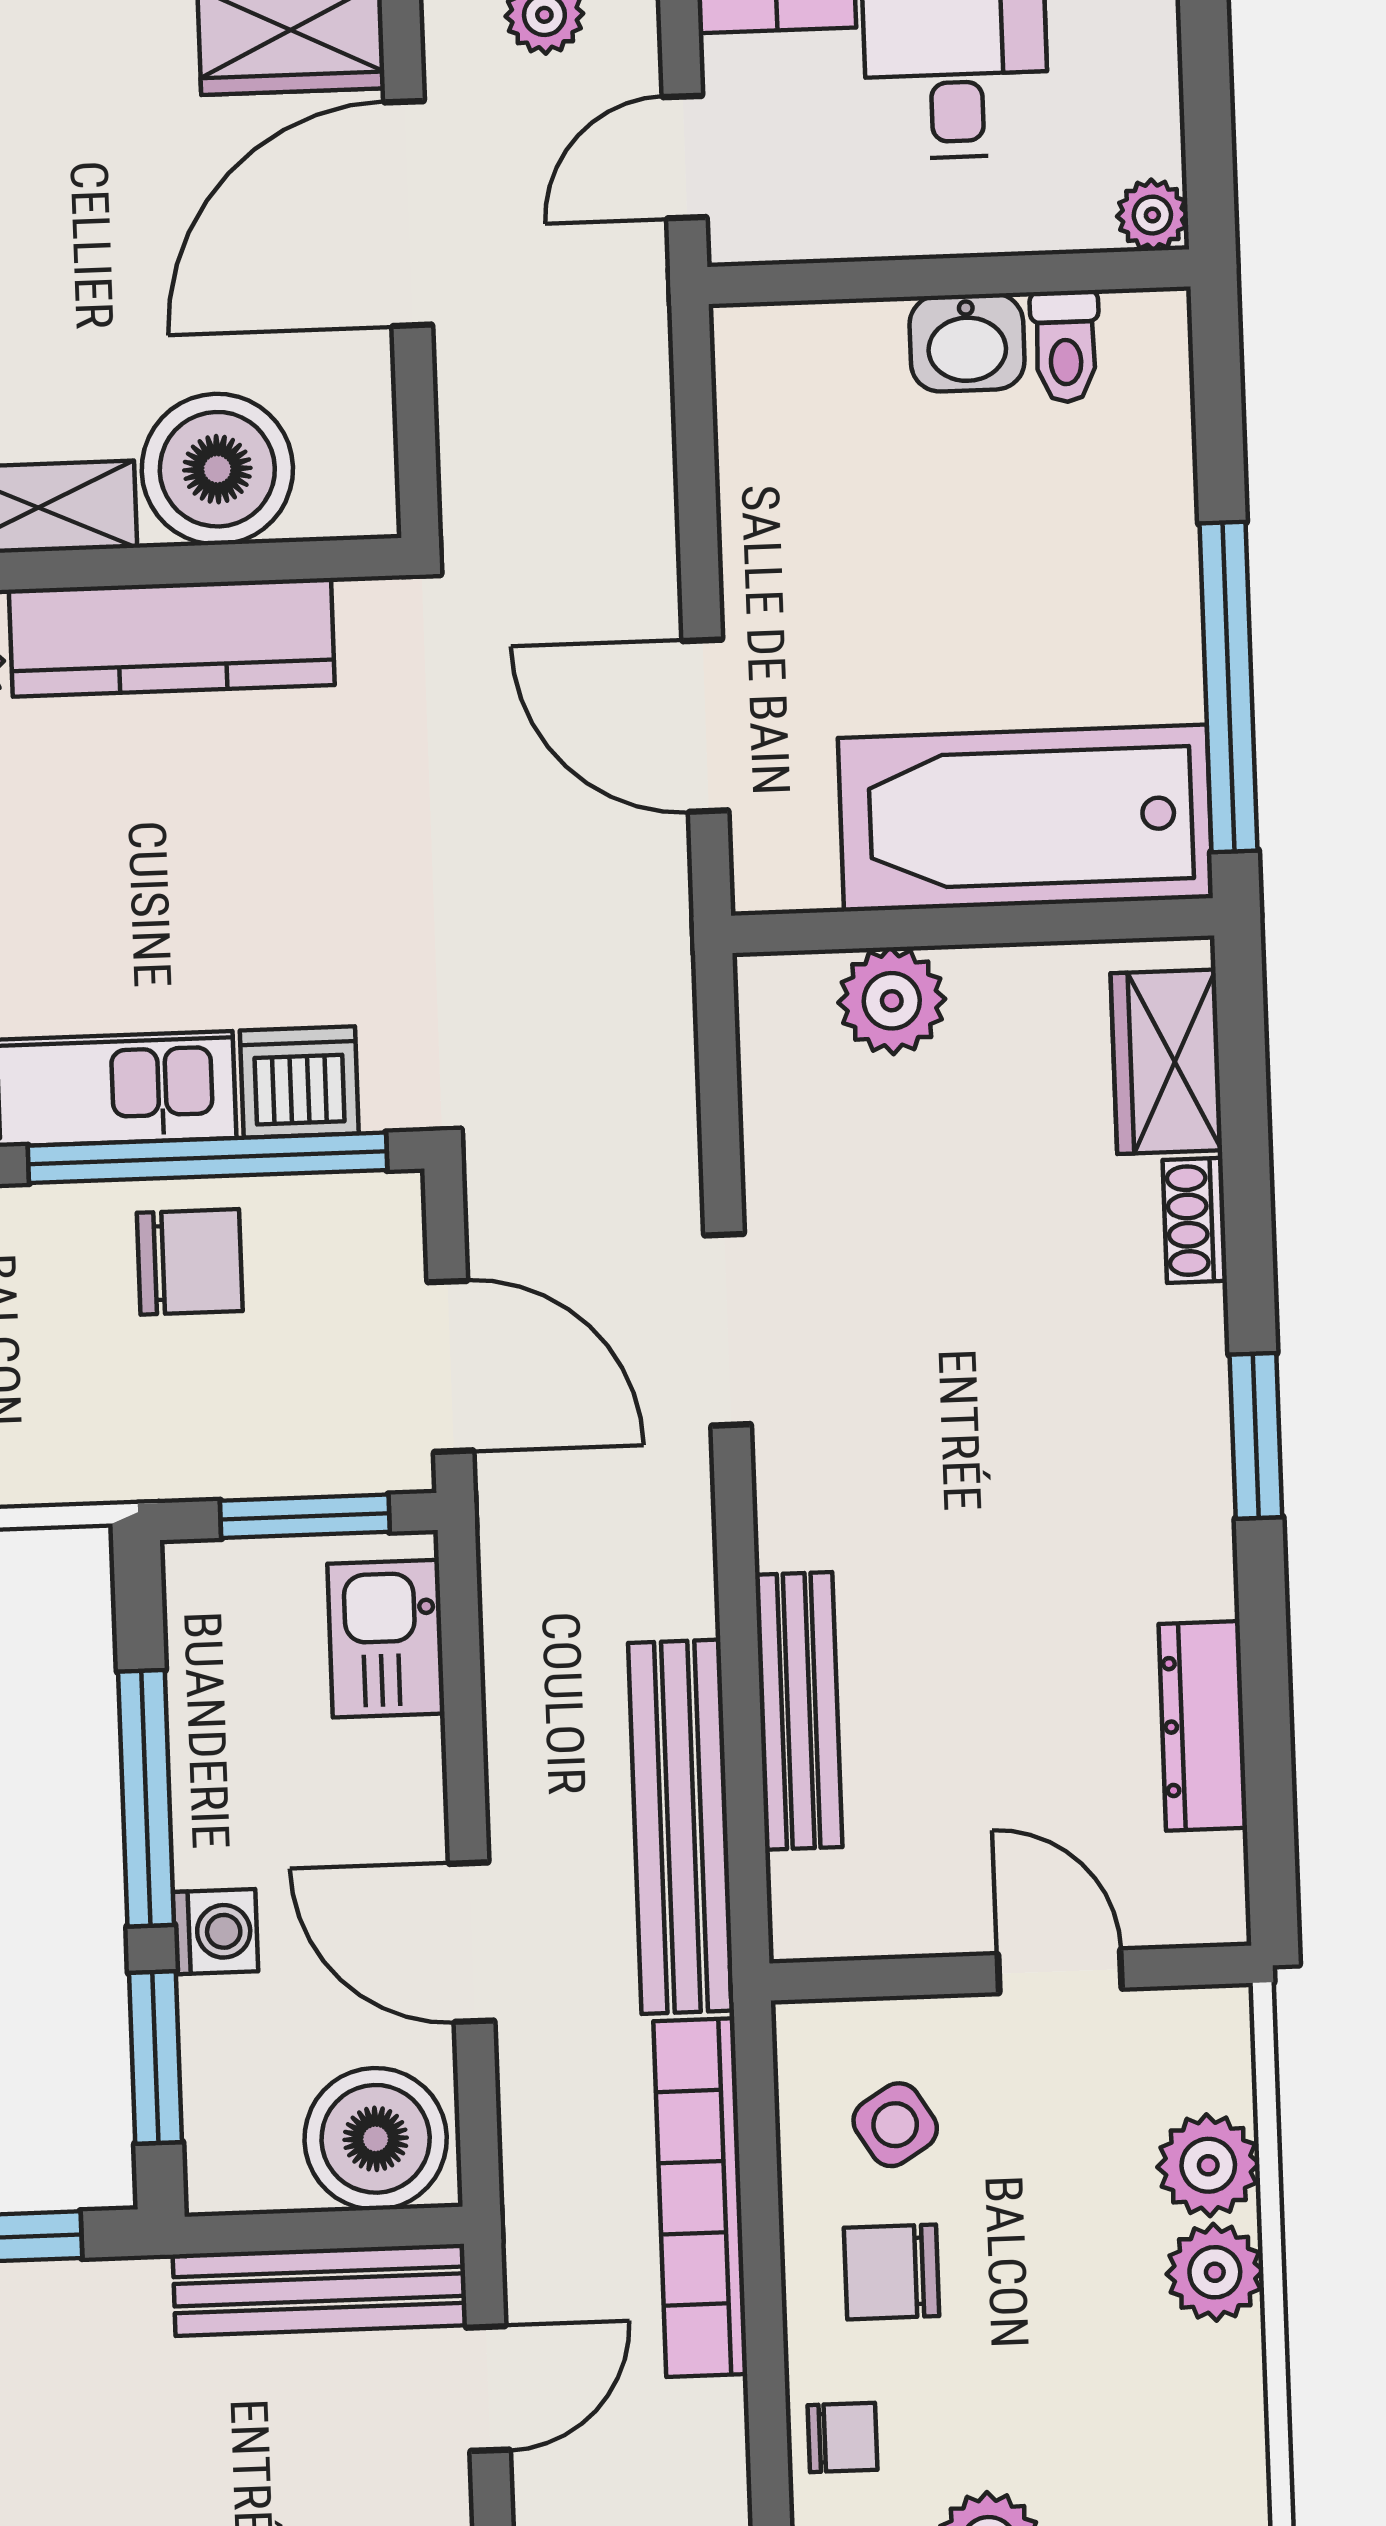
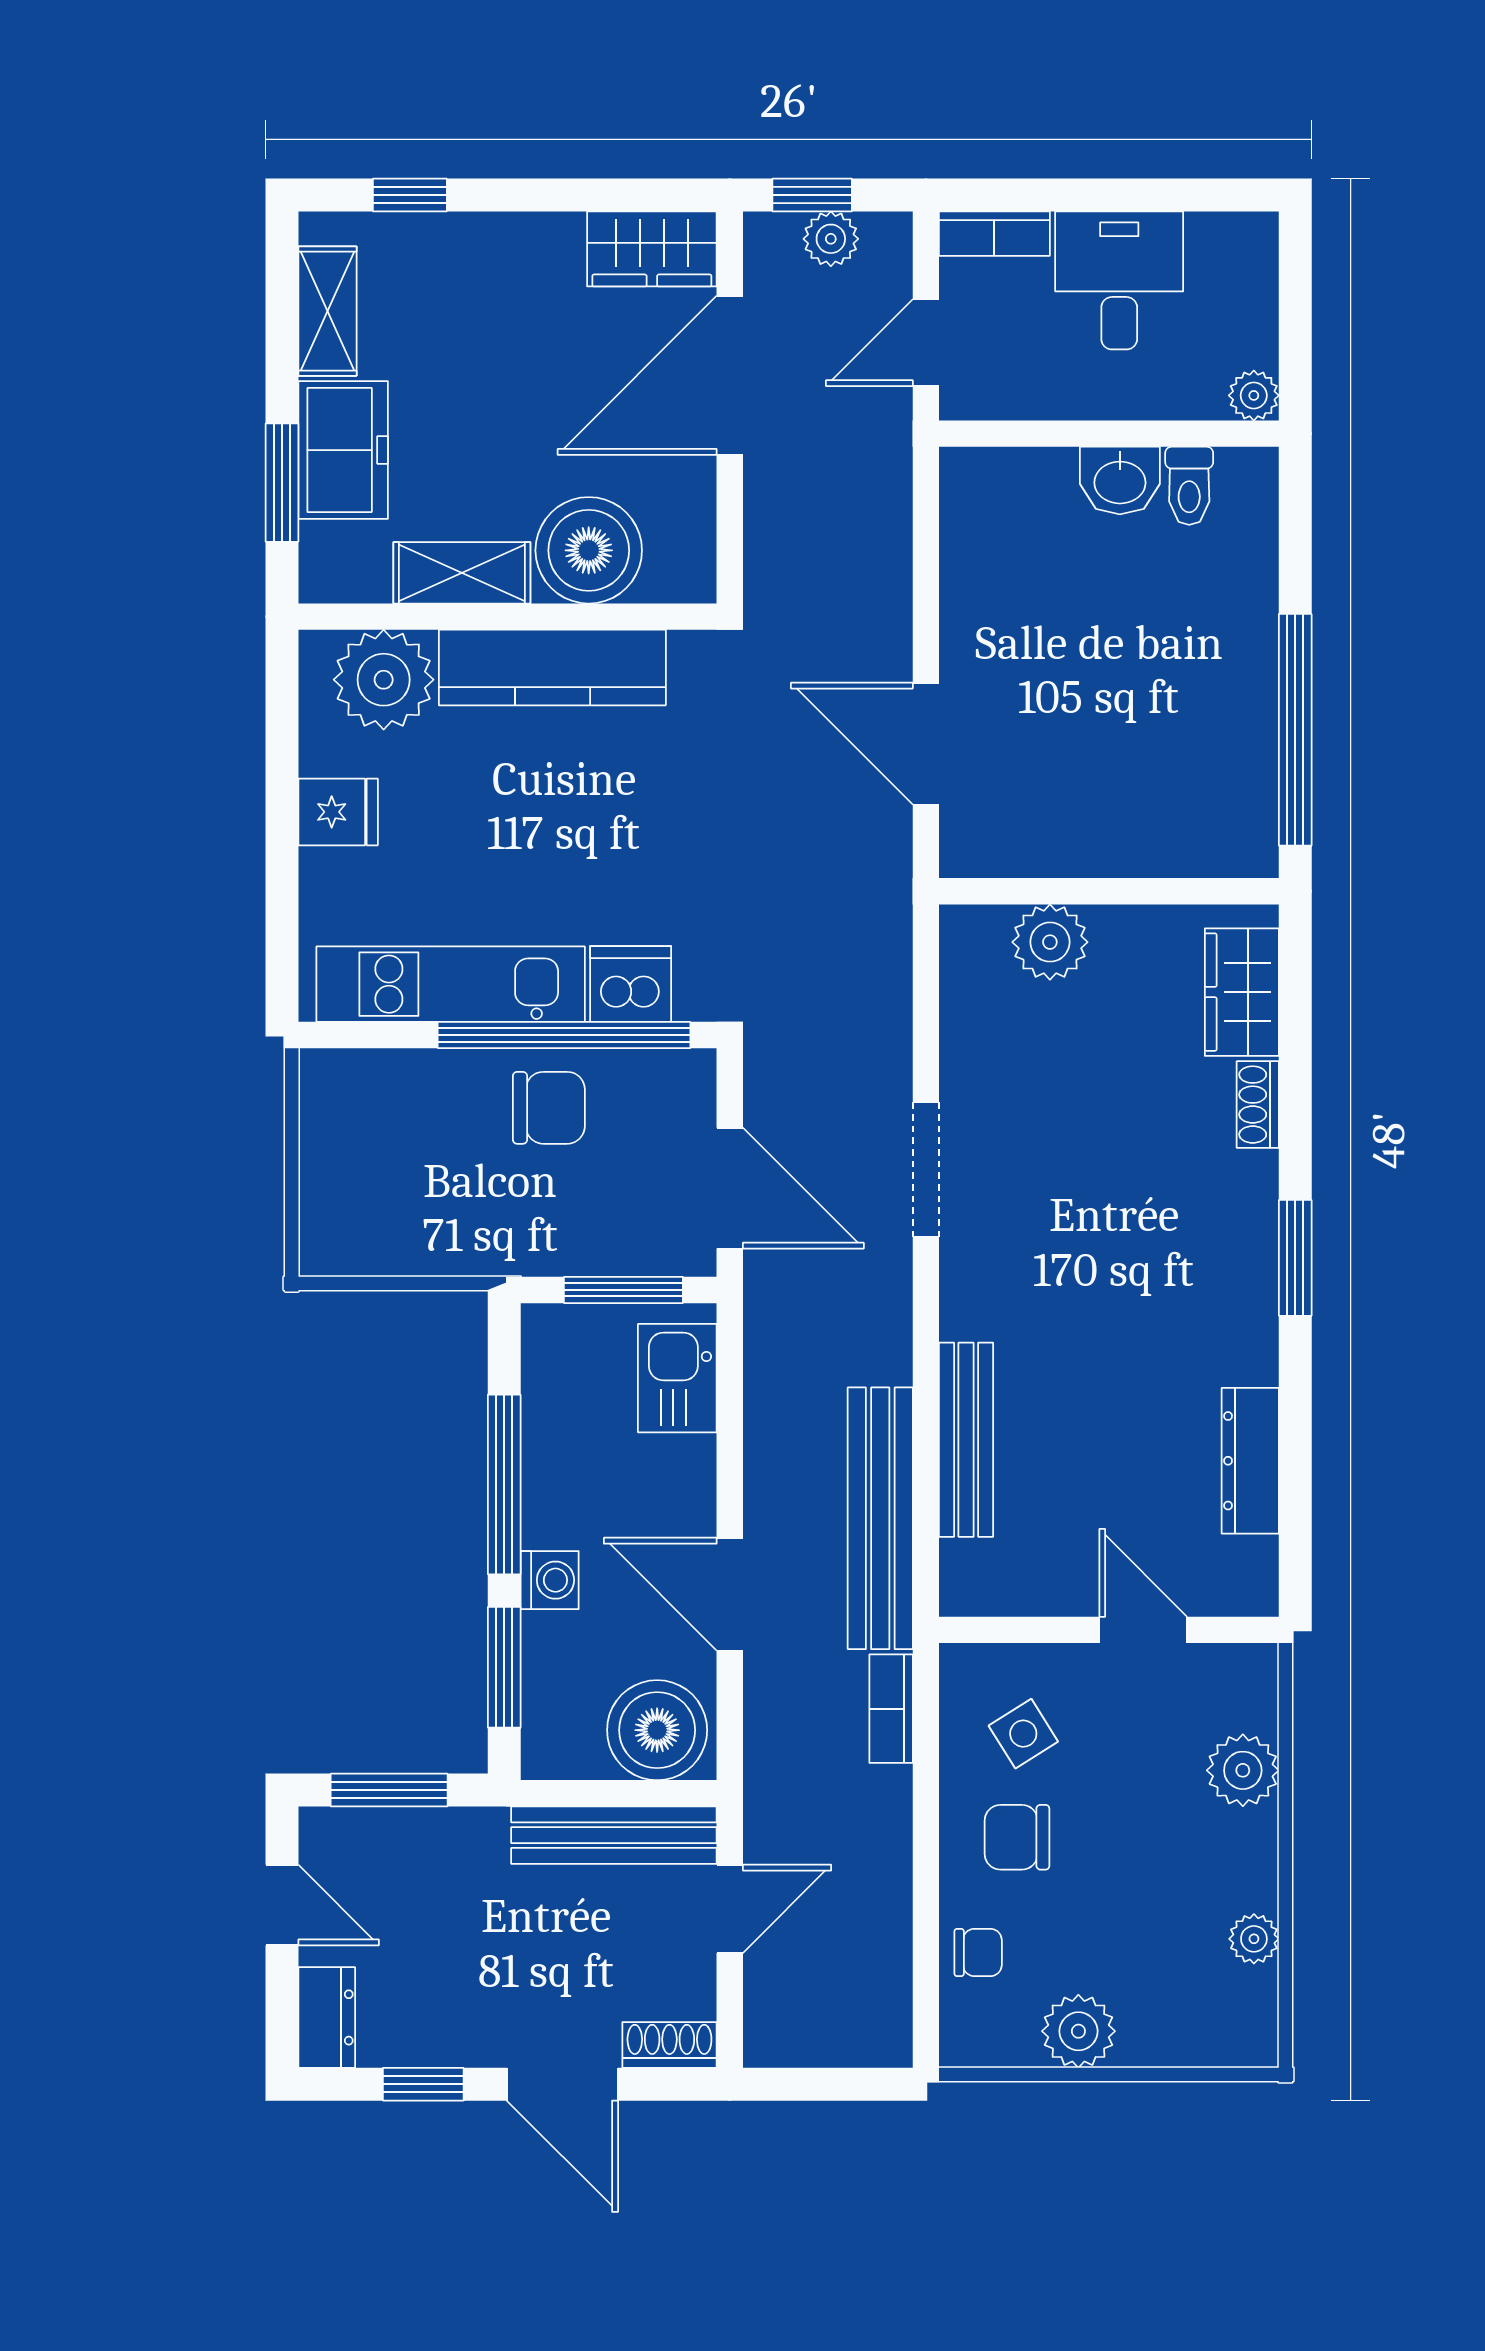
bathtub: (1025, 818) -> (1149, 817), removed
bookcase: (700, 2198) -> (891, 1709), width x0.43, depth x0.76
plant: (1215, 2272) -> (1254, 1939), moved, width x0.73, depth x0.73

